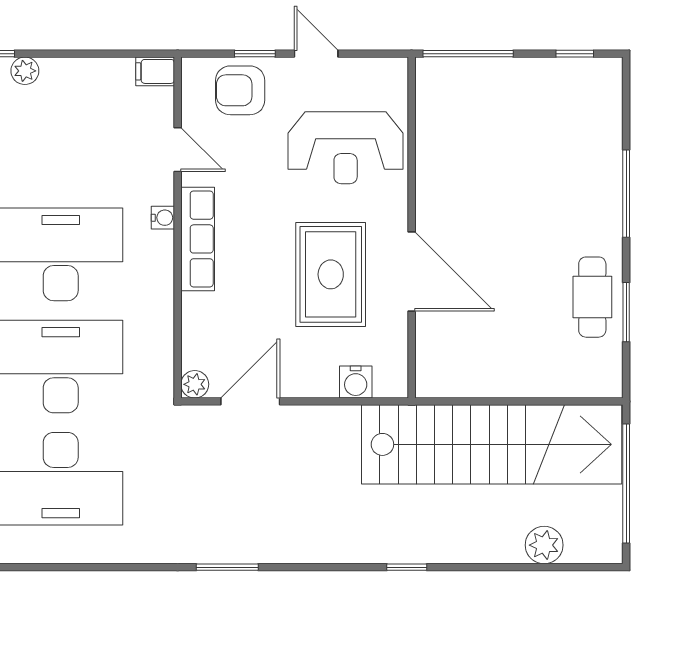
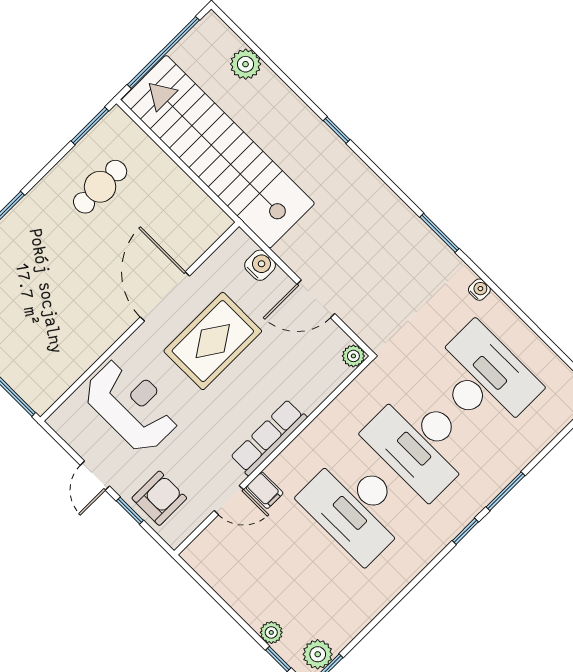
filing cabinet: (155, 71) -> (264, 490), moved
armchair: (240, 90) -> (159, 498), turned -90
door: (178, 150) -> (229, 500), swing flipped
water cooler: (163, 218) -> (479, 290), moved, turned 90
cafe table: (592, 297) -> (100, 187), moved
window: (626, 312) -> (90, 126), moved
door: (250, 401) -> (316, 299), moved

